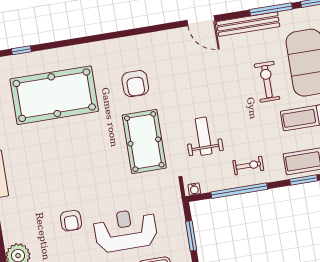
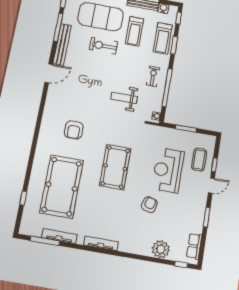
armchair: (135, 84) -> (74, 130), turned 90
pool table: (144, 142) -> (115, 167), moved, turned 90
armchair: (71, 221) -> (149, 205), turned -74

